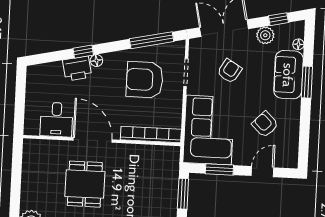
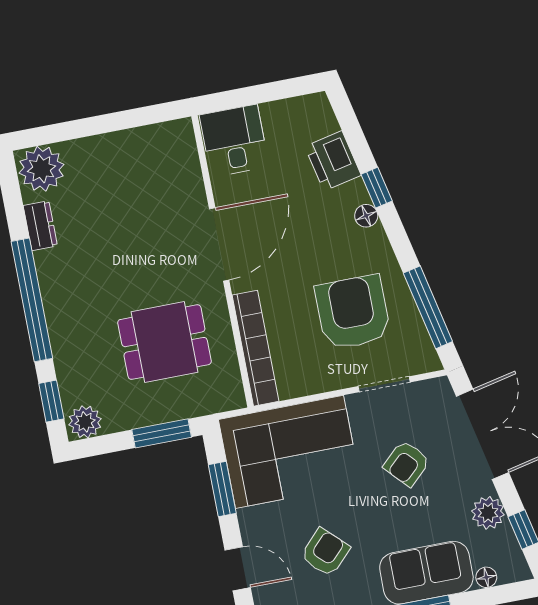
printer: (77, 69) -> (333, 161), moved
armchair: (230, 71) -> (407, 463), turned 106
desk: (56, 120) -> (234, 141), moved, turned 90
dining table: (85, 184) -> (164, 342), moved

